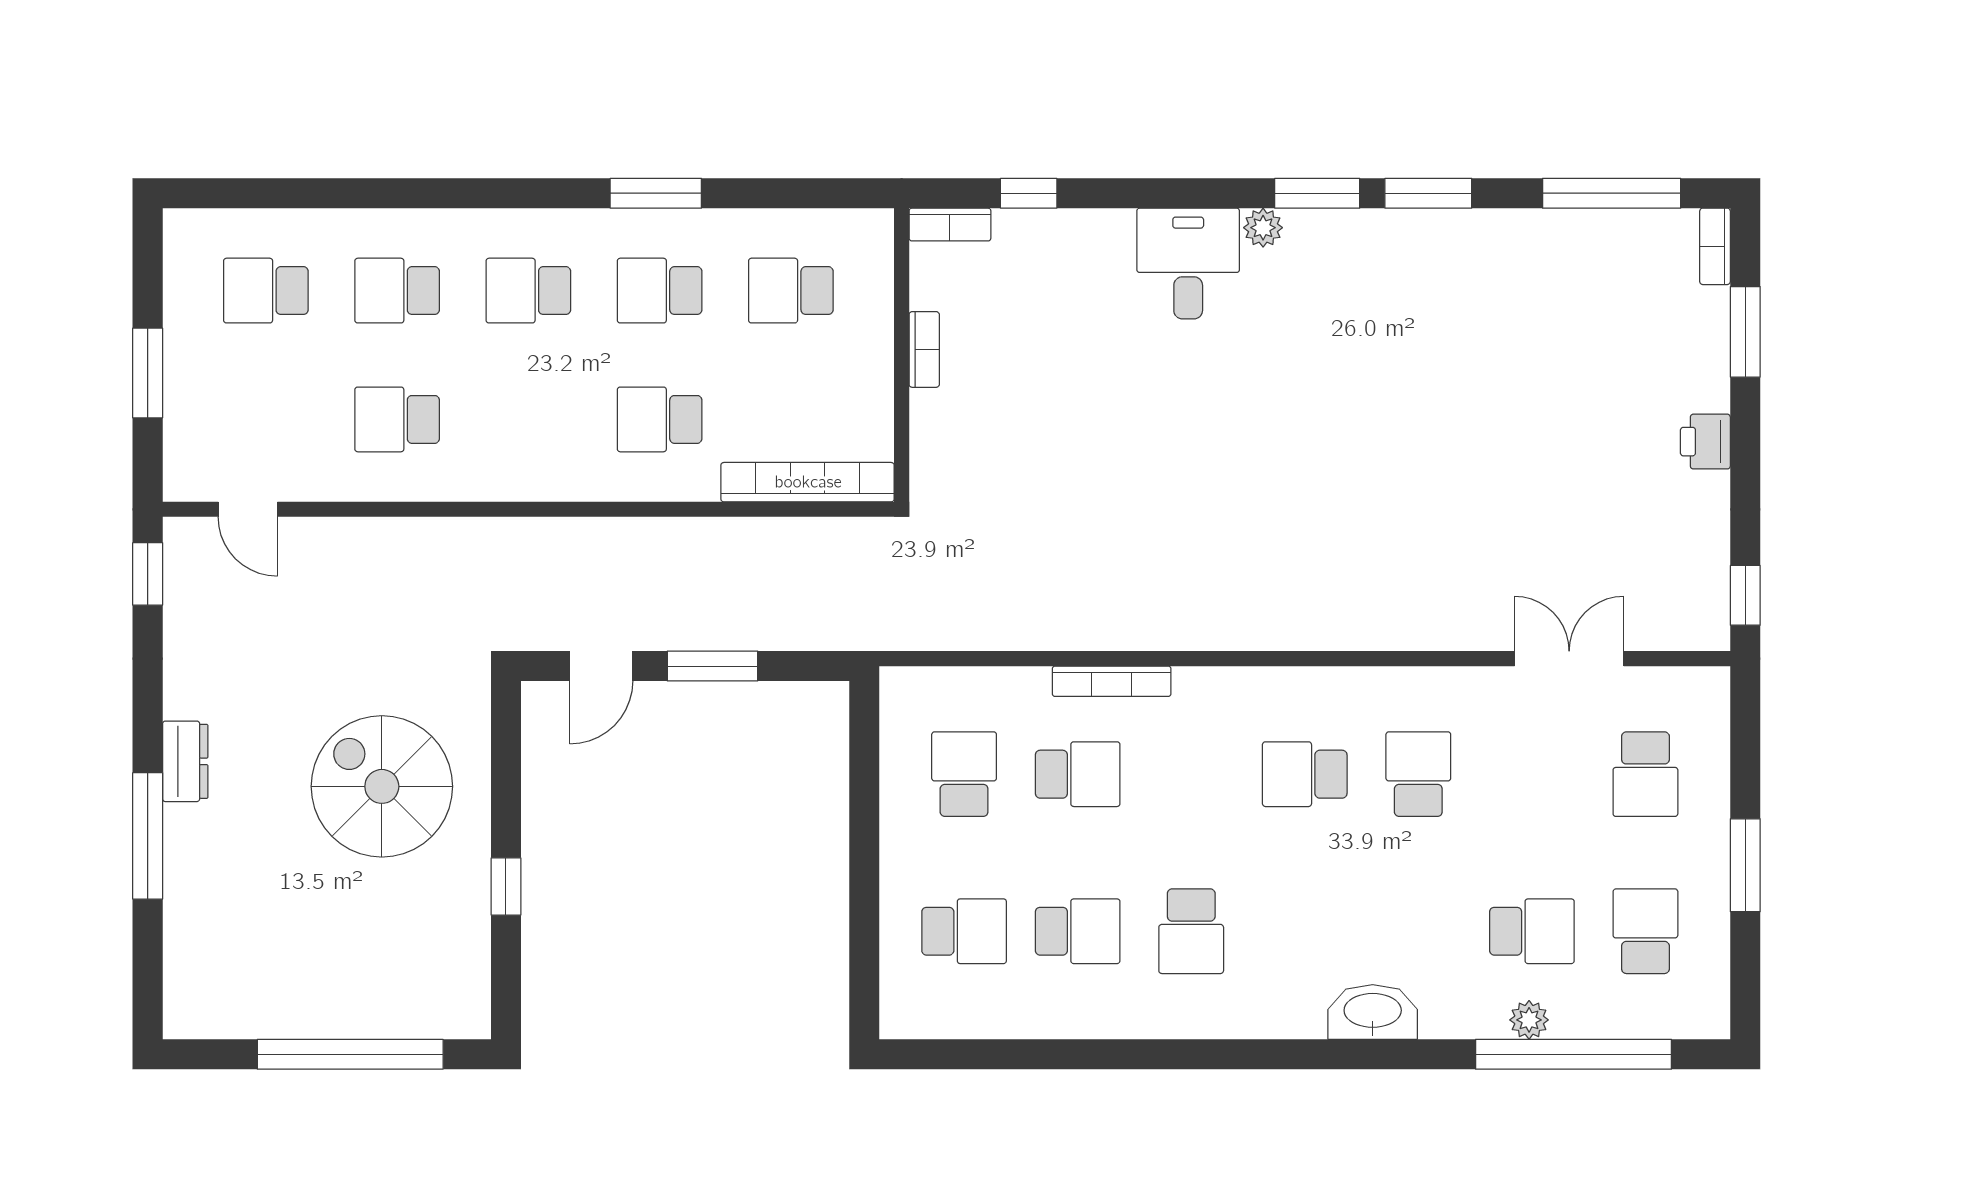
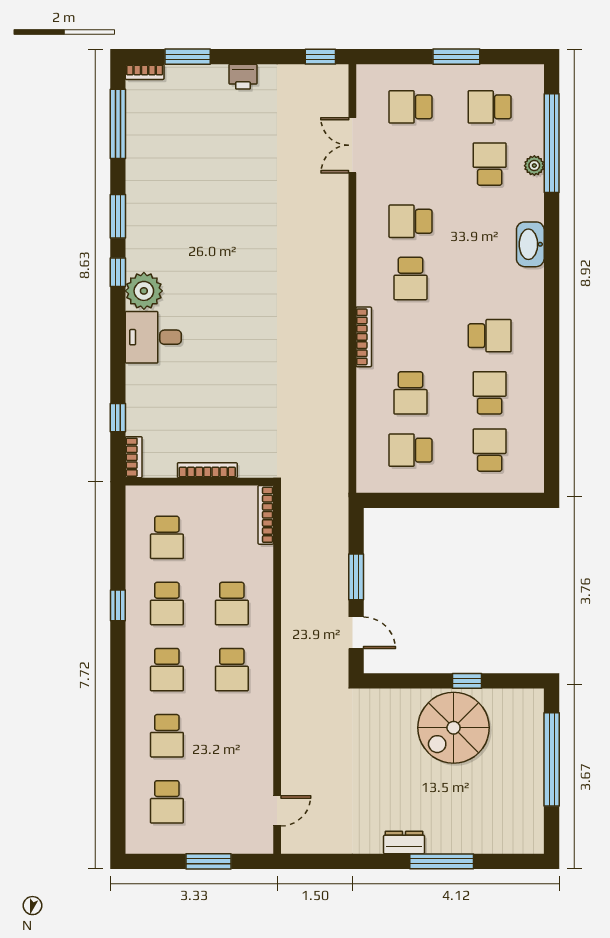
window: (656, 193) -> (118, 605), width x0.67
window: (1317, 193) -> (118, 272), width x0.67
plant: (1263, 228) -> (144, 291), width x1.88, depth x1.88
bookcase: (924, 349) -> (207, 470), width x1.56
school desk: (397, 419) -> (232, 670), moved
bookcase: (808, 482) -> (266, 515), width x0.68, depth x0.76
window: (148, 574) -> (310, 861), removed
bookcase: (1112, 681) -> (364, 337), moved
school desk: (1078, 774) -> (410, 393), turned 180
school desk: (1645, 774) -> (410, 107), turned 180
spiral stairs: (382, 786) -> (454, 728), moved

